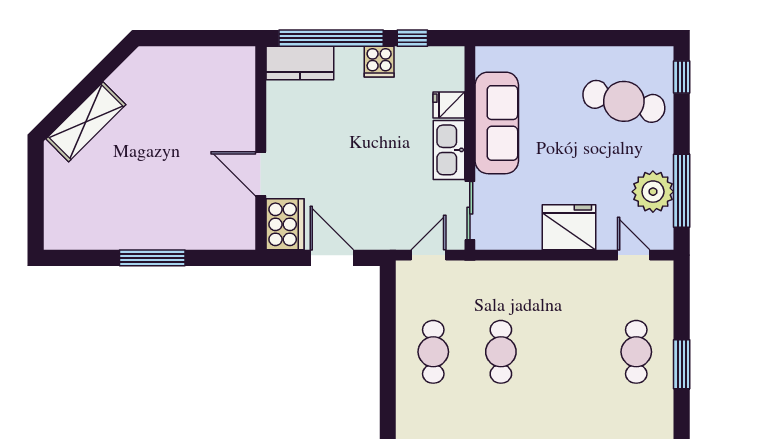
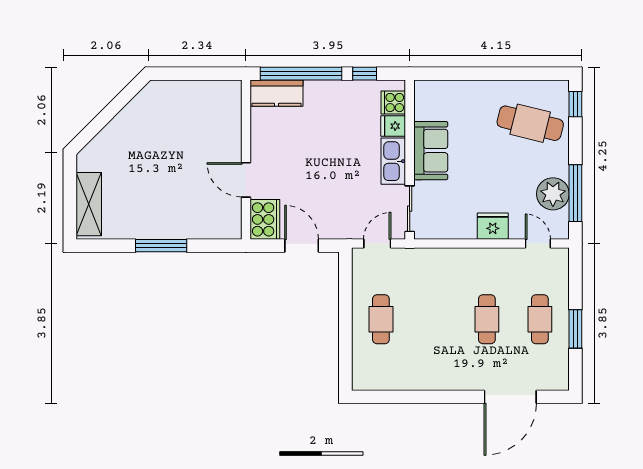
cooker: (379, 62) -> (393, 103), moved, turned 90
shelving: (86, 122) -> (89, 204), moved, turned -45
sofa: (497, 123) -> (431, 151), width x0.73
fridge: (569, 227) -> (493, 226), width x0.73, depth x0.75
cafe table: (501, 352) -> (487, 319), moved

